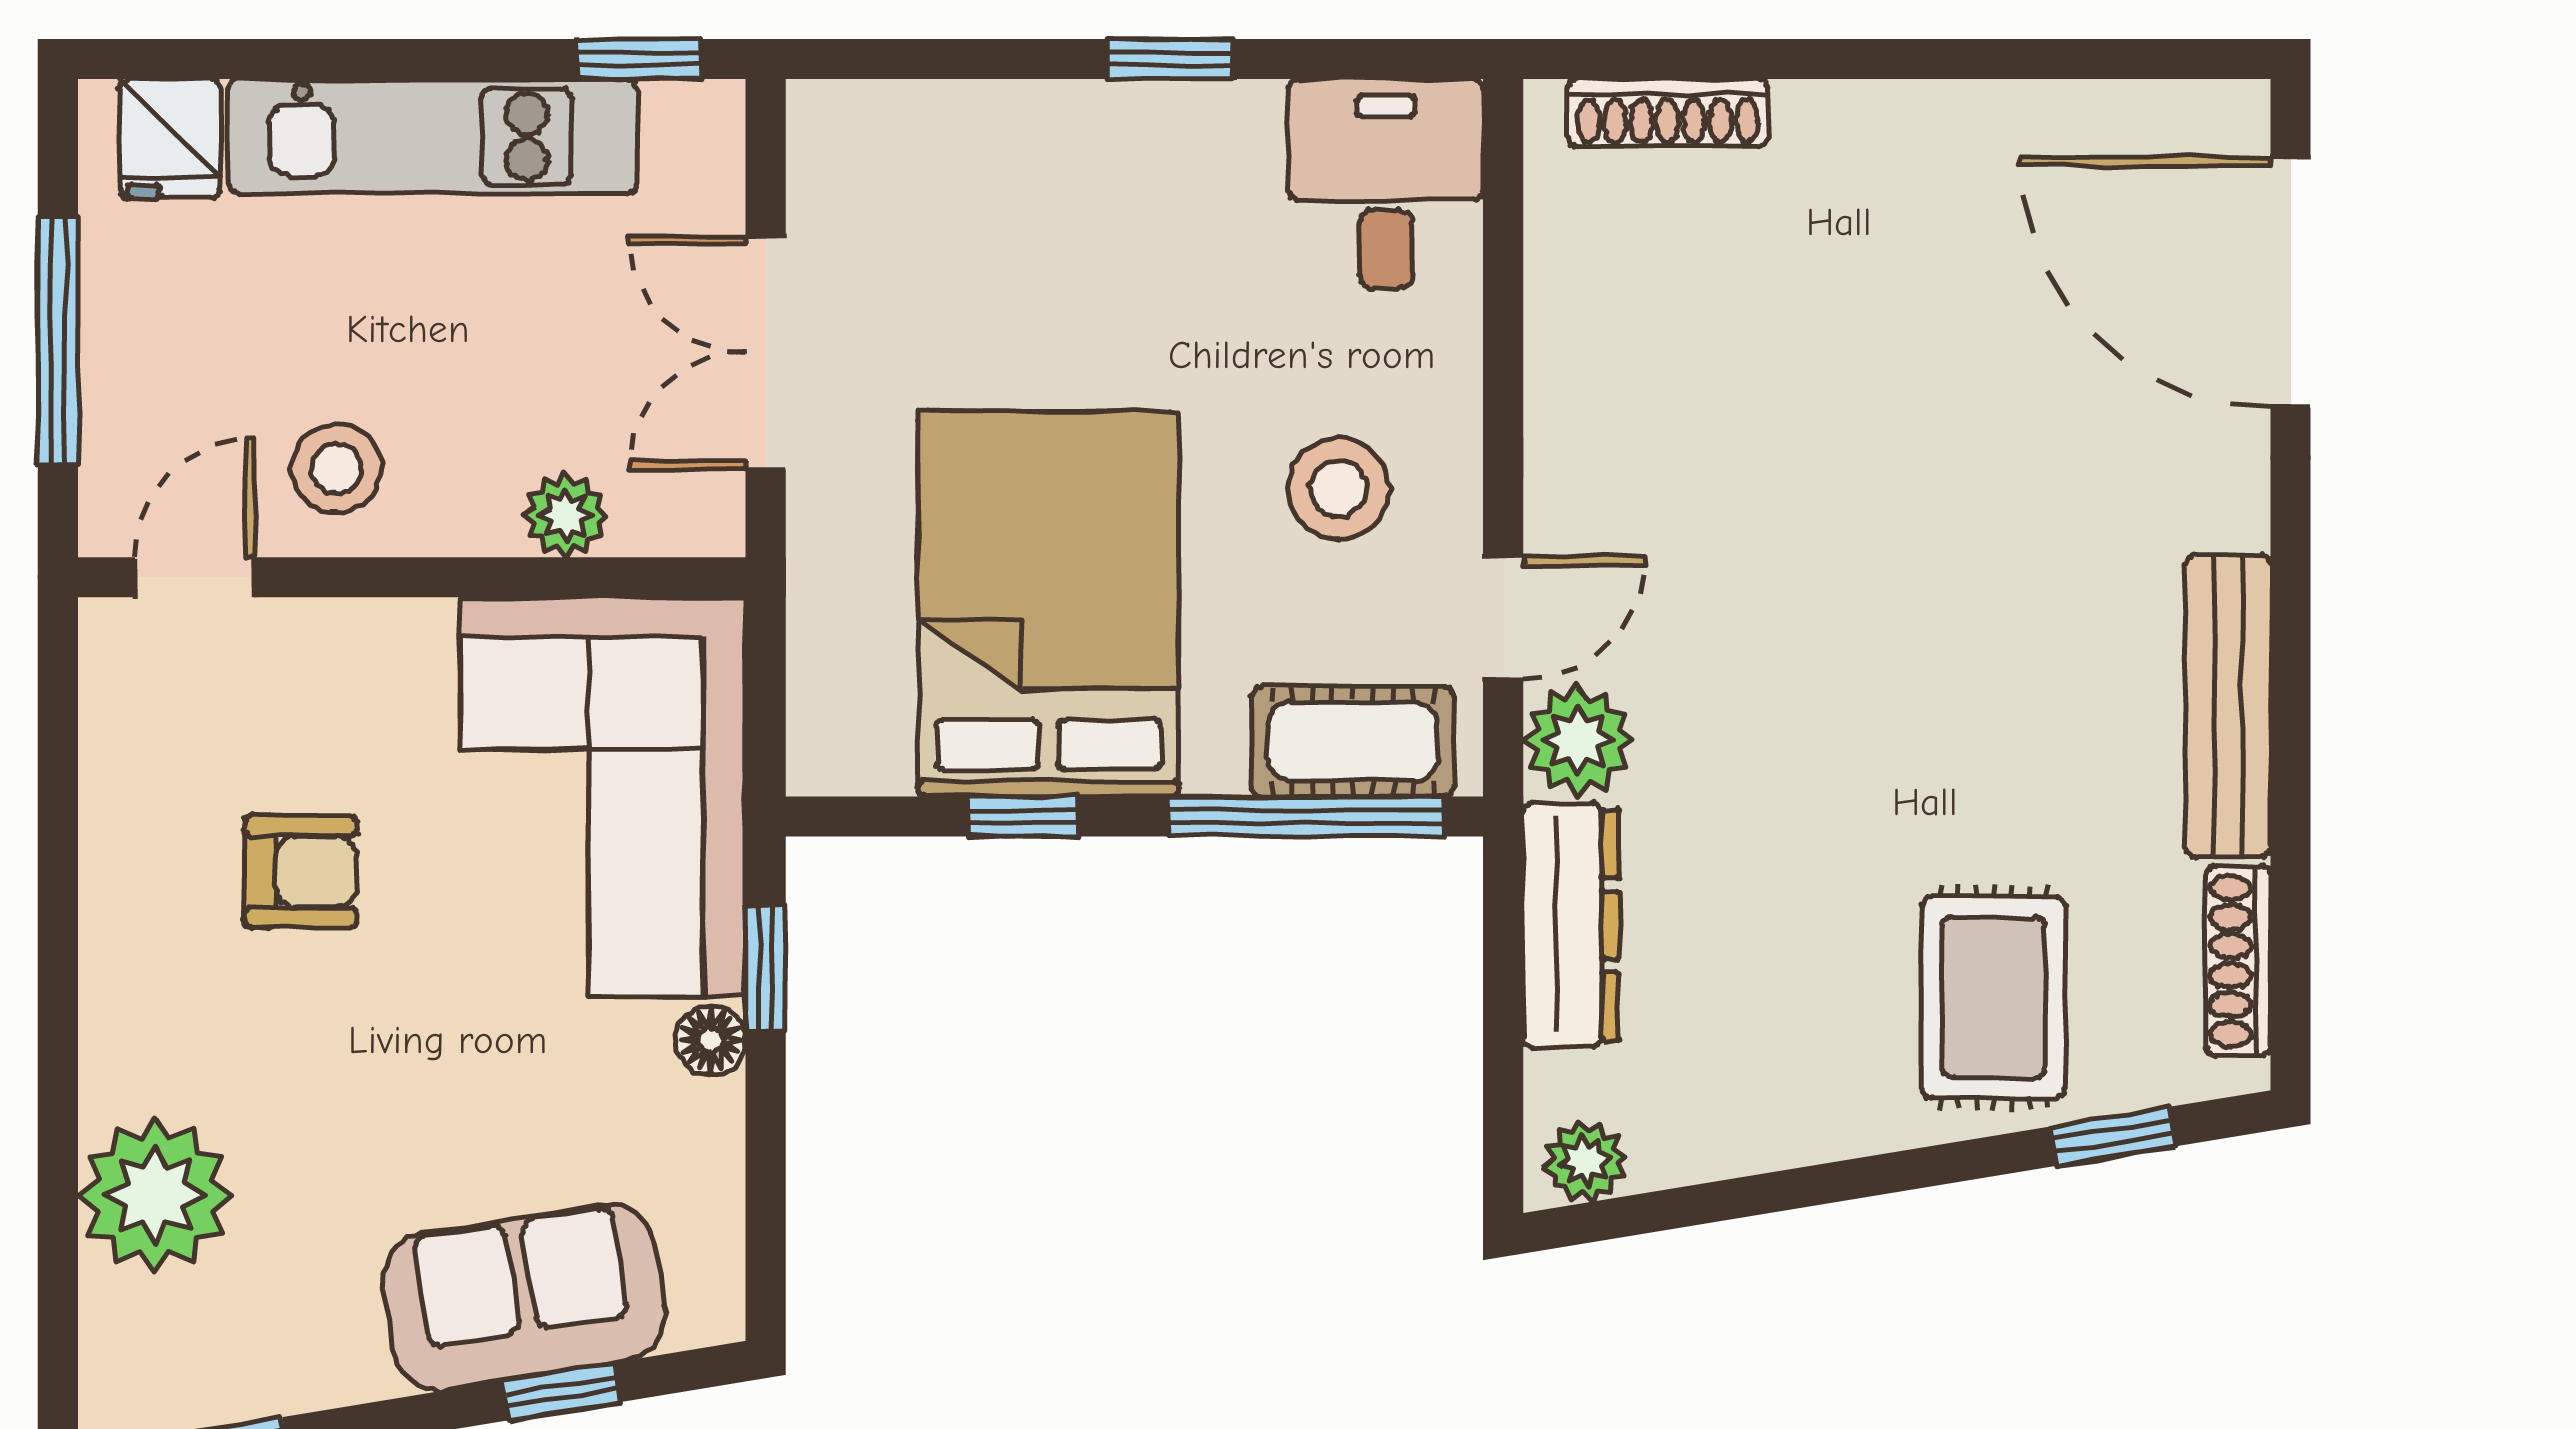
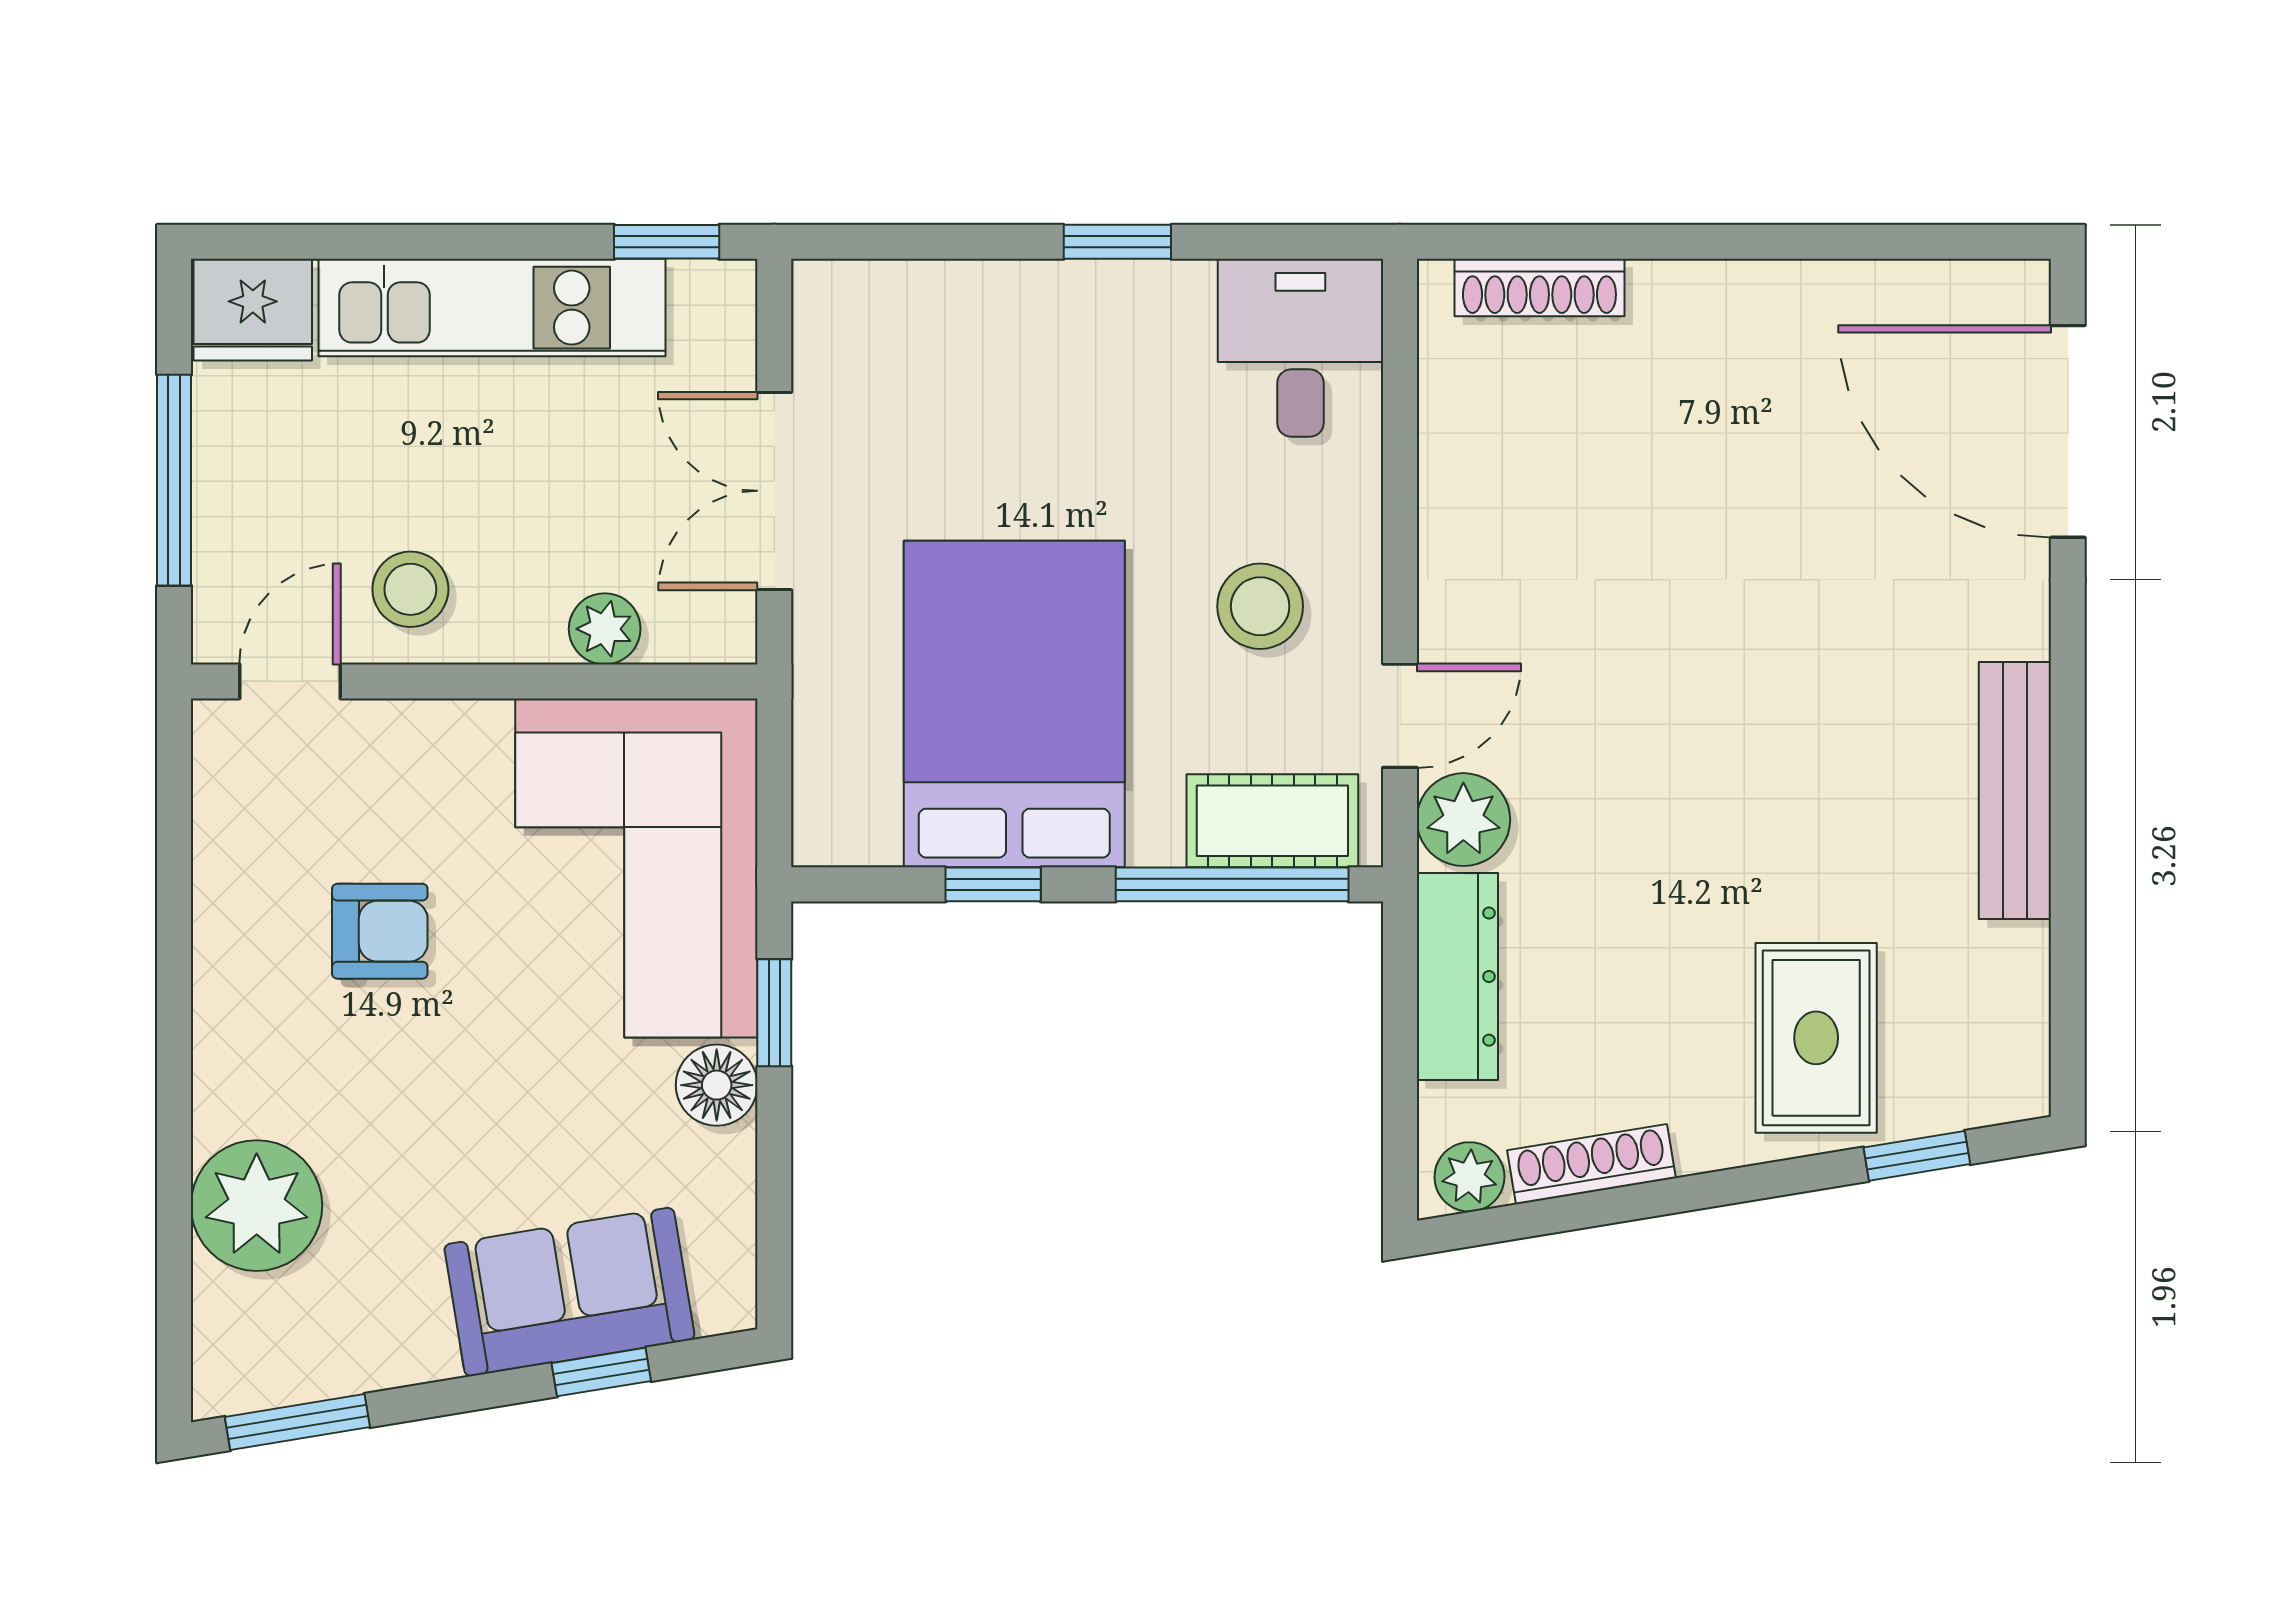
fridge: (170, 139) -> (253, 310), width x1.38
shoe rack: (2238, 961) -> (1592, 1164), moved, turned 81
floor lamp: (711, 1040) -> (717, 1085), width x1.37, depth x1.37

